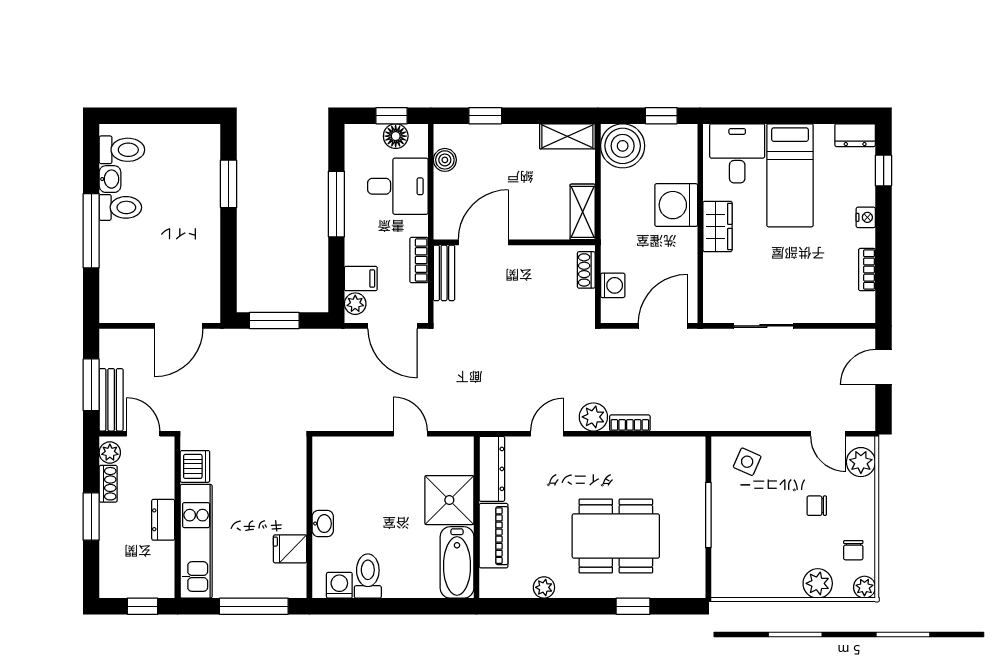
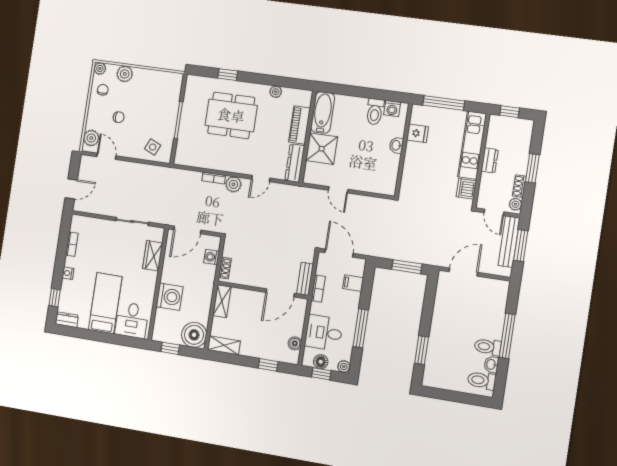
wardrobe: (718, 226) -> (153, 256), moved
plant: (355, 304) -> (344, 366), moved
bench: (111, 400) -> (509, 242), width x1.36

